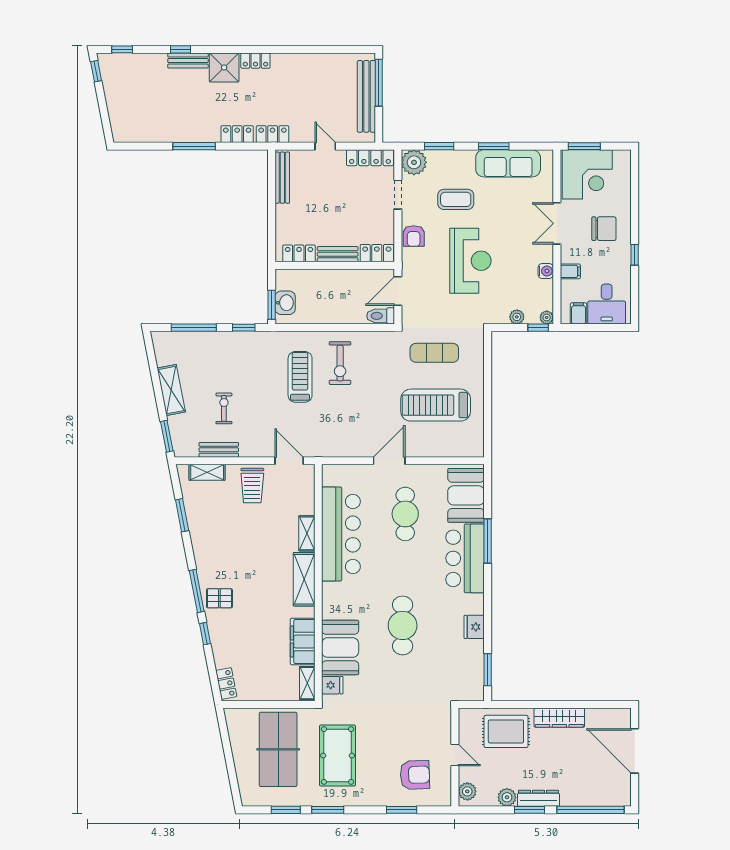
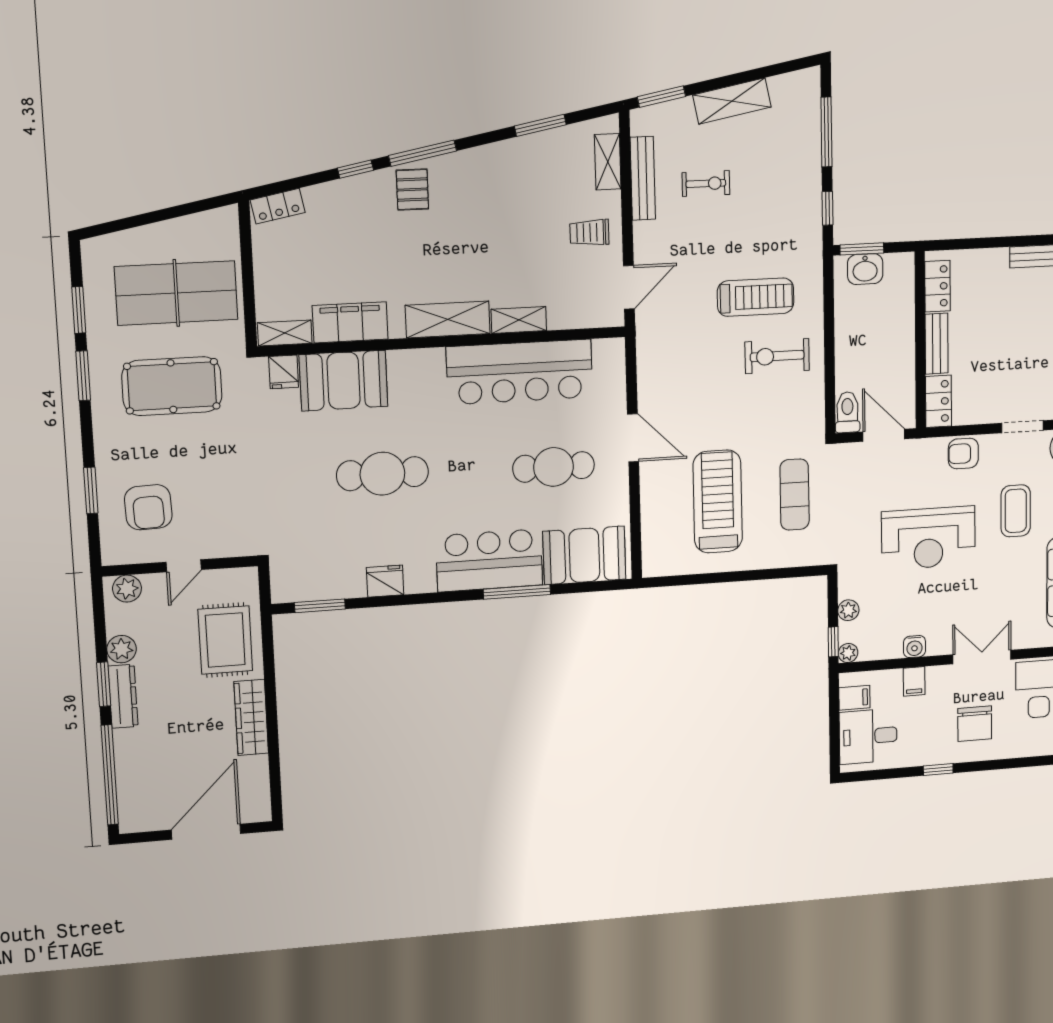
bench: (219, 450) -> (643, 178), width x1.36
trolley: (252, 486) -> (589, 233), width x0.73, depth x0.72

